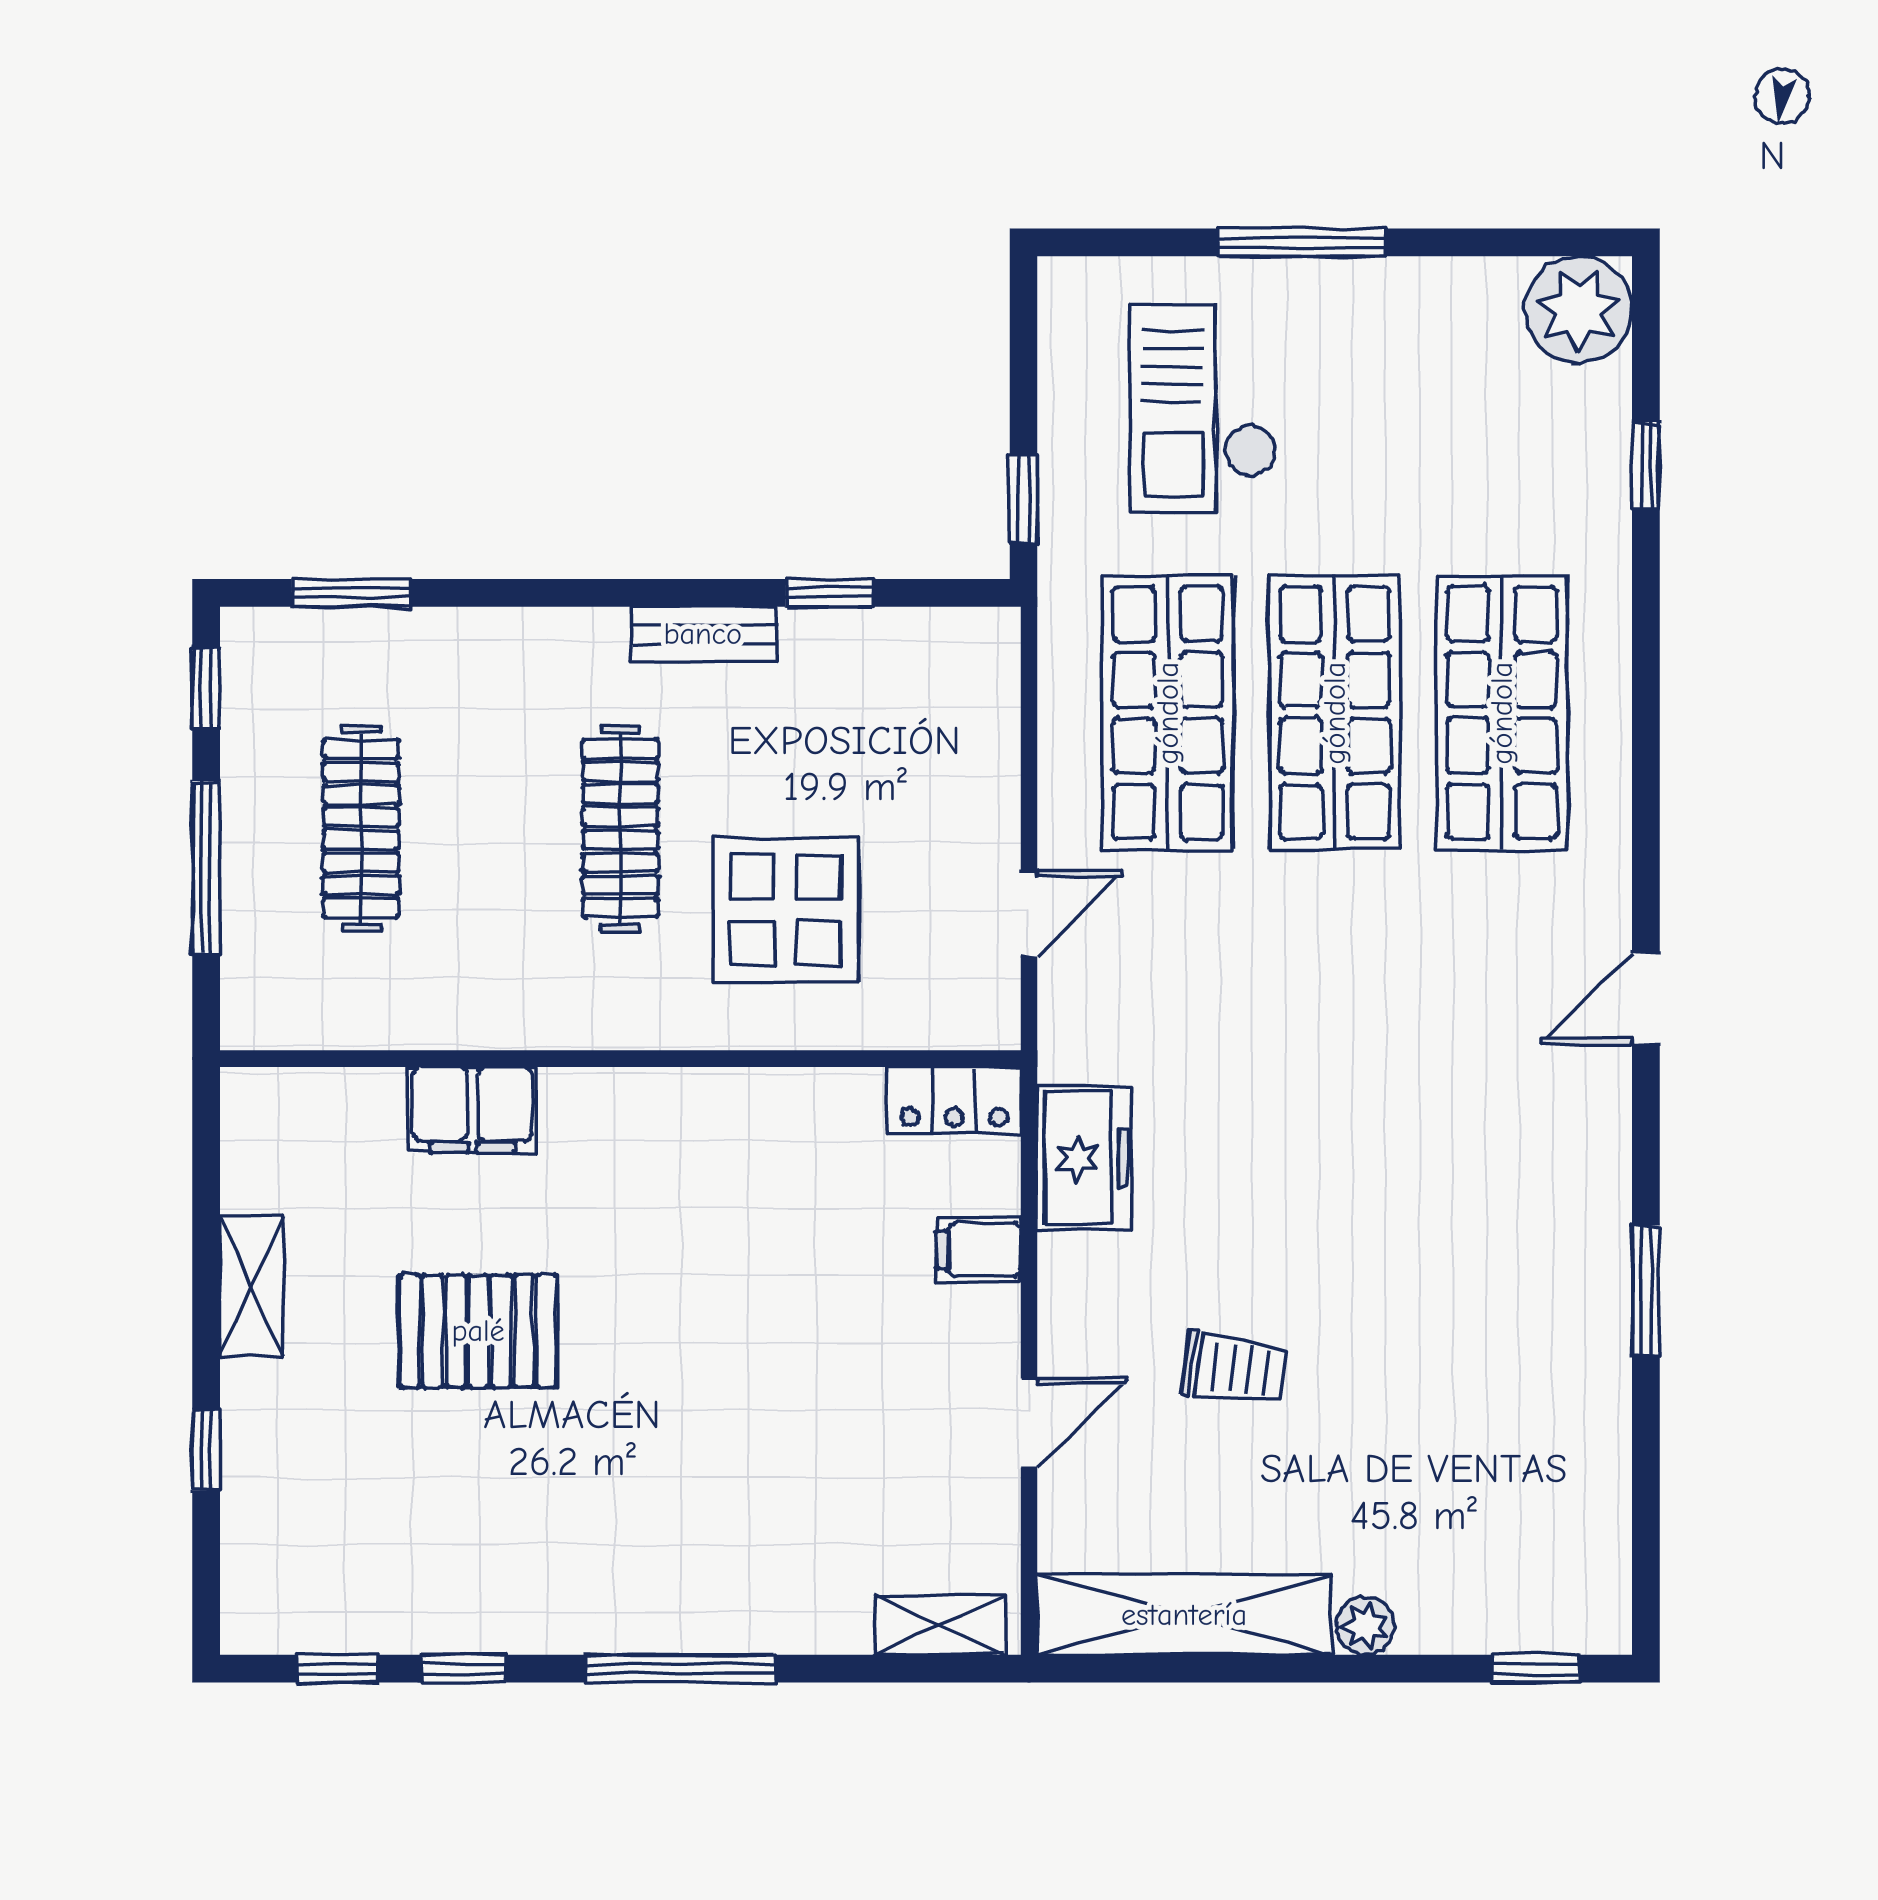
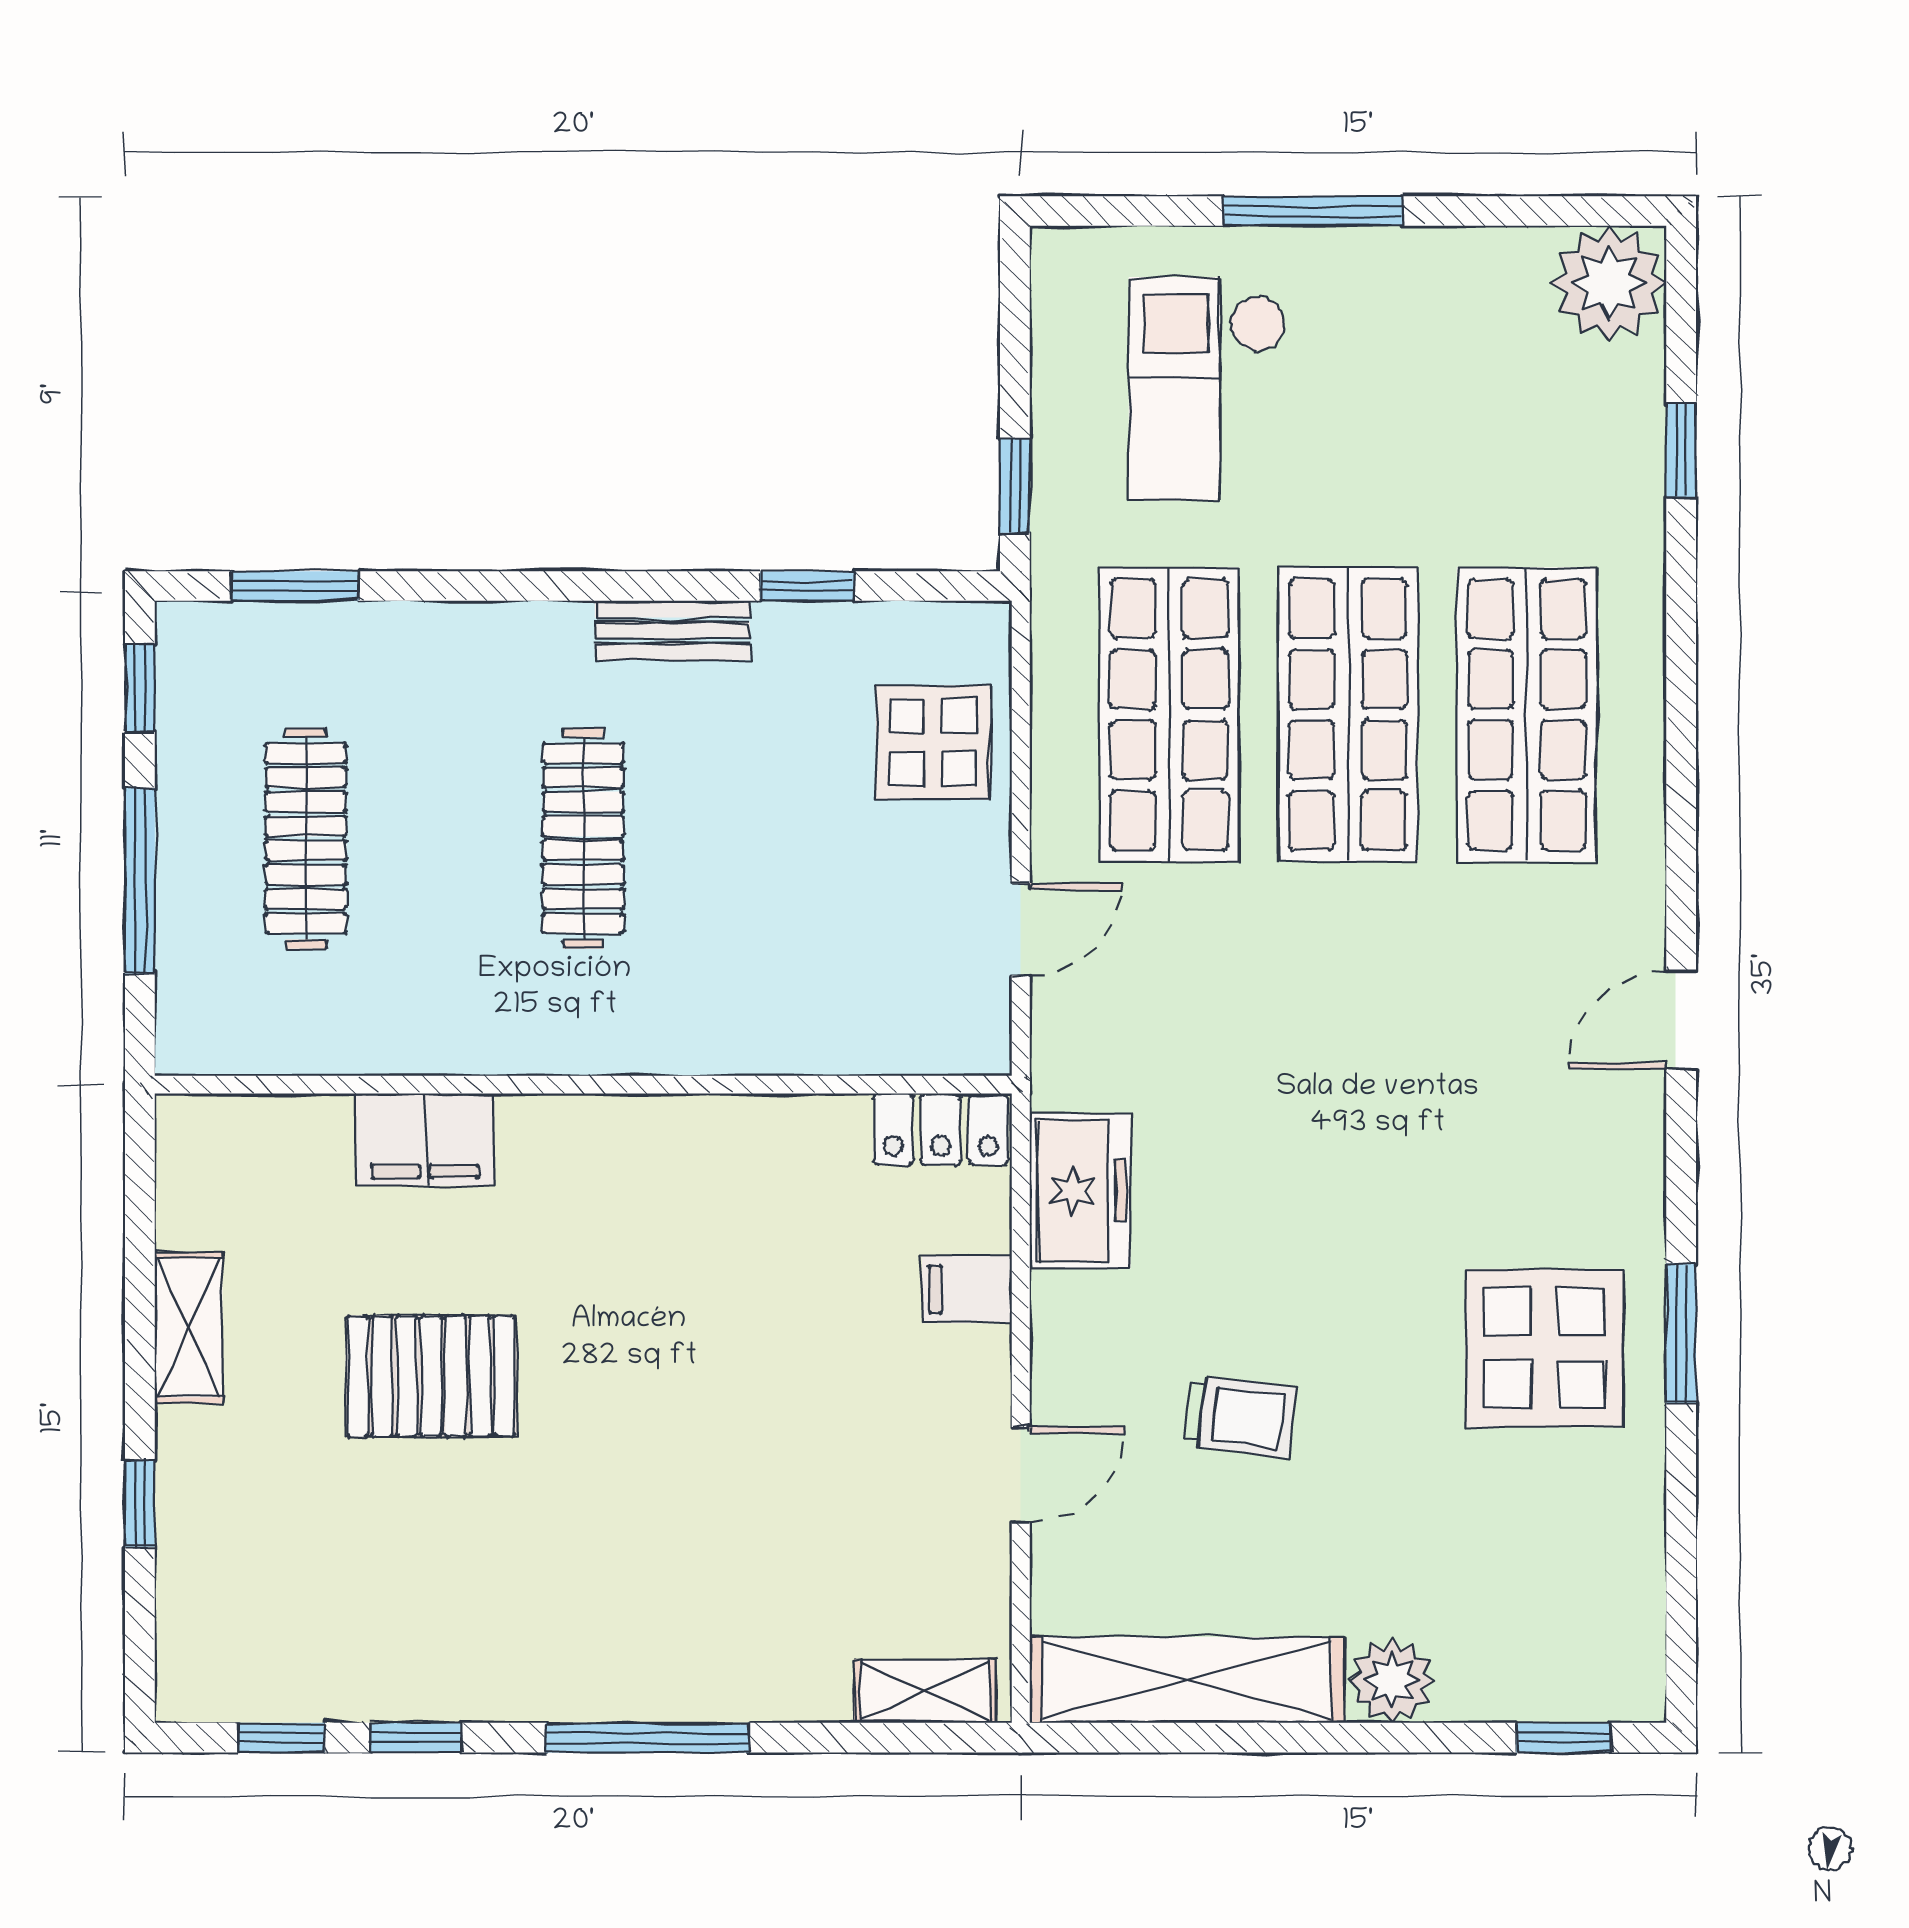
display table: (786, 910) -> (933, 742), moved, width x0.73, depth x0.73
display table: (1518, 1305) -> (1544, 1348), added
plant: (1365, 1626) -> (1392, 1680), width x1.38, depth x1.38

